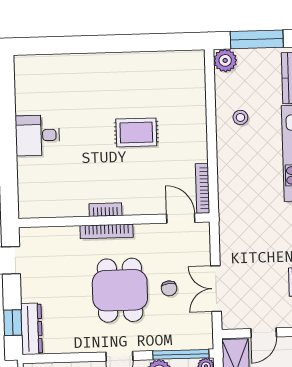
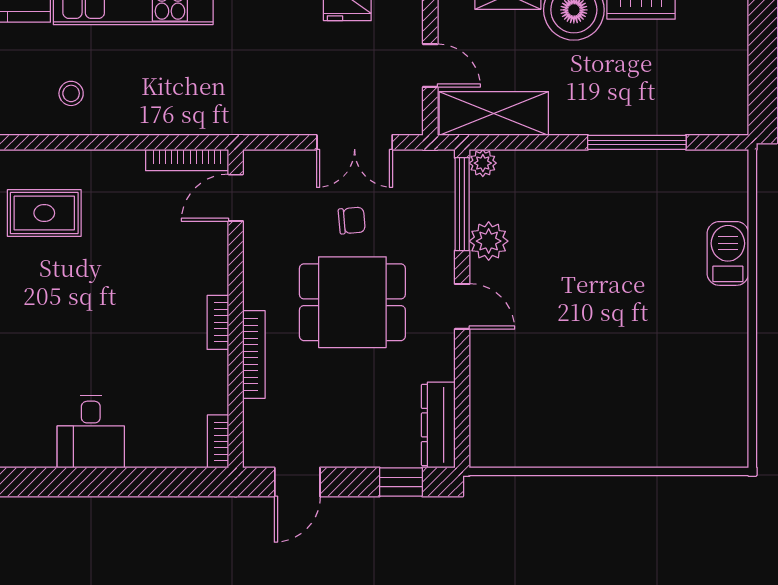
rug: (136, 132) -> (44, 213), moved, turned 90
bookcase: (34, 212) -> (218, 441), added
bookcase: (107, 231) -> (254, 355), moved
dresser: (32, 329) -> (438, 425), moved, turned -90

